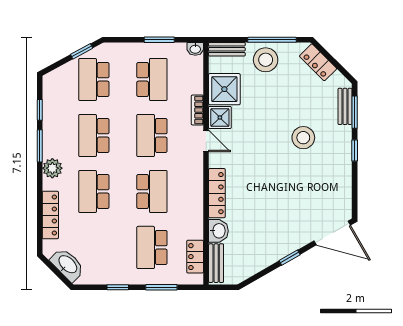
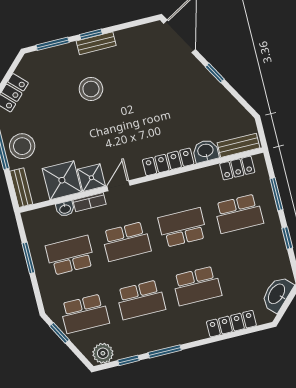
washbasin: (195, 49) -> (65, 209), moved, turned 90
bench: (345, 106) -> (96, 43), moved
plant: (52, 168) -> (103, 353), moved

